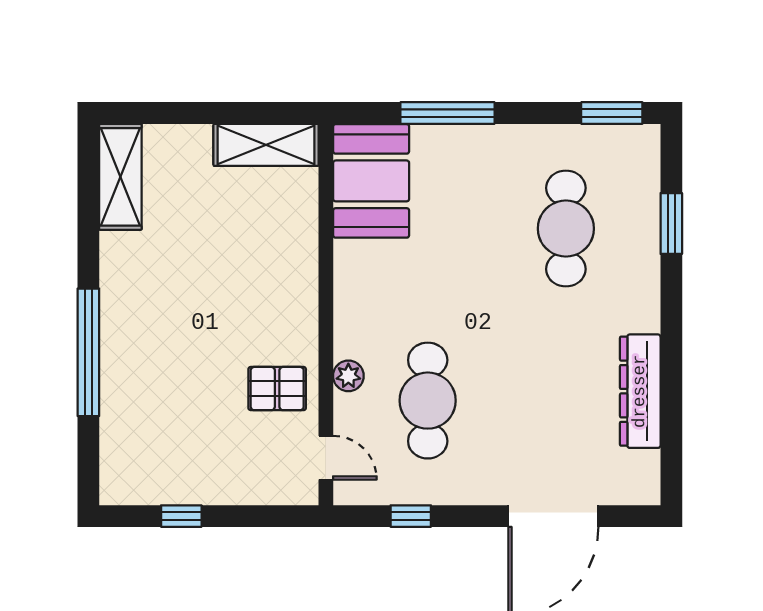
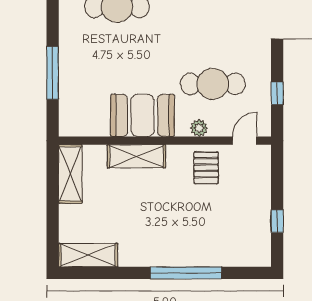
booth: (371, 181) -> (143, 115), moved
shelving: (298, 264) -> (136, 156), added

